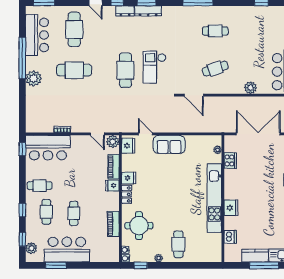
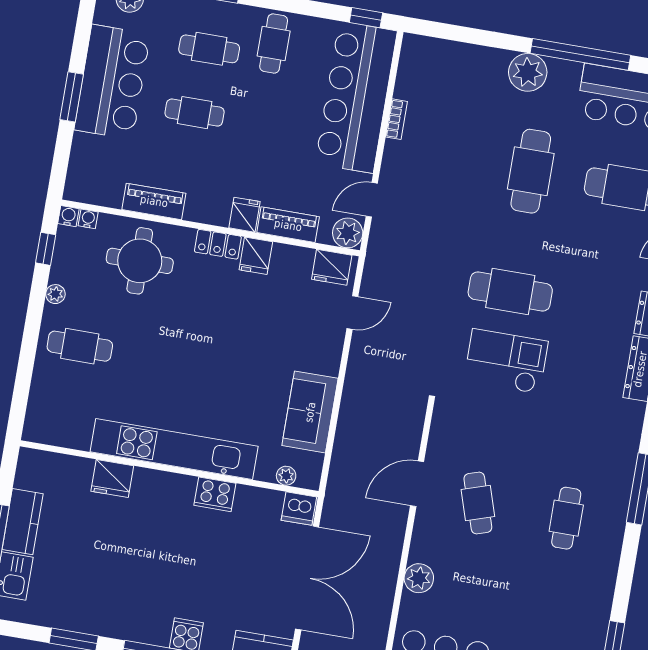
door: (194, 95) -> (417, 484), moved
sofa: (169, 144) -> (310, 412), moved
bar counter: (48, 148) -> (356, 97), width x1.36
cooker: (230, 161) -> (215, 494), moved
fridge: (231, 208) -> (112, 479), moved
dishwasher: (230, 237) -> (299, 509), moved
window: (56, 265) -> (72, 97), moved

